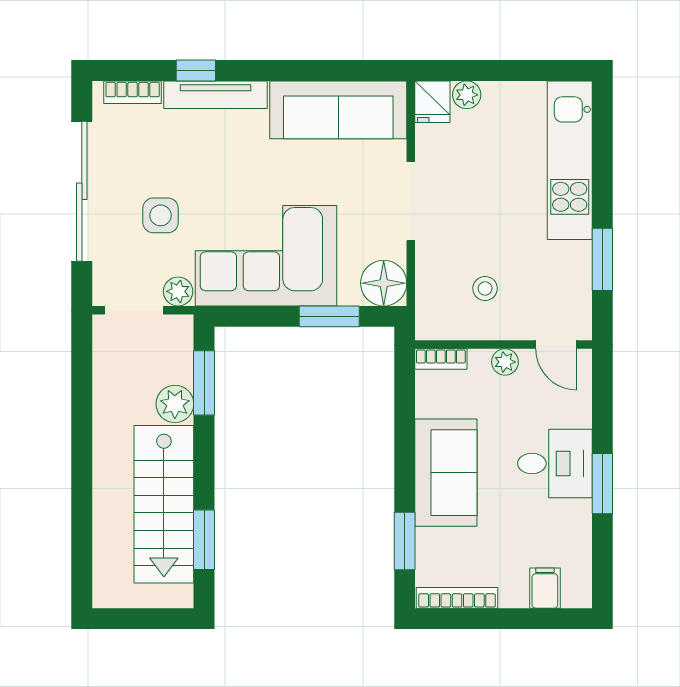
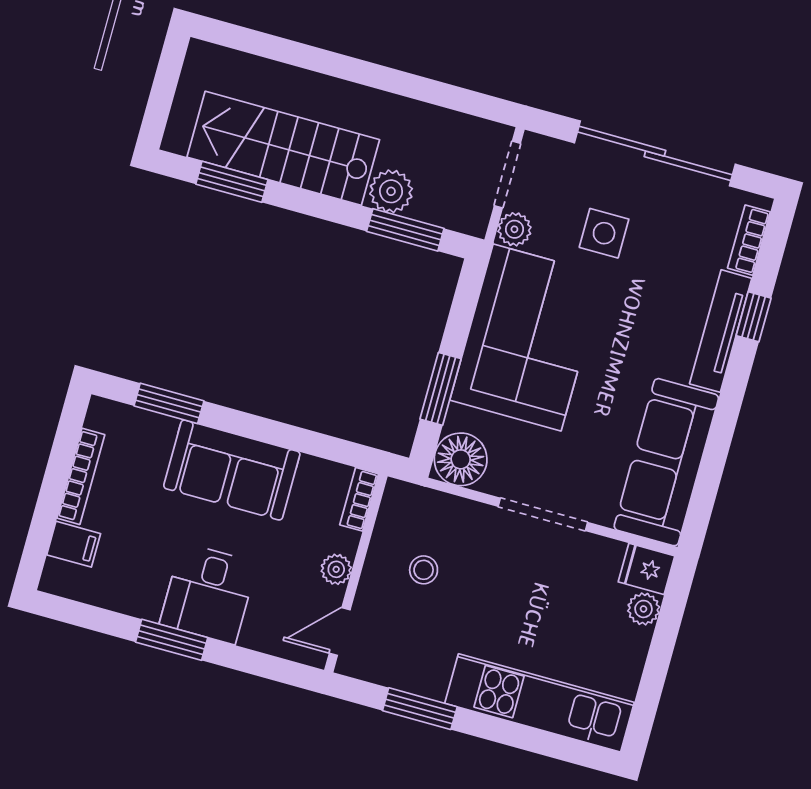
bookcase: (457, 598) -> (81, 476), moved

